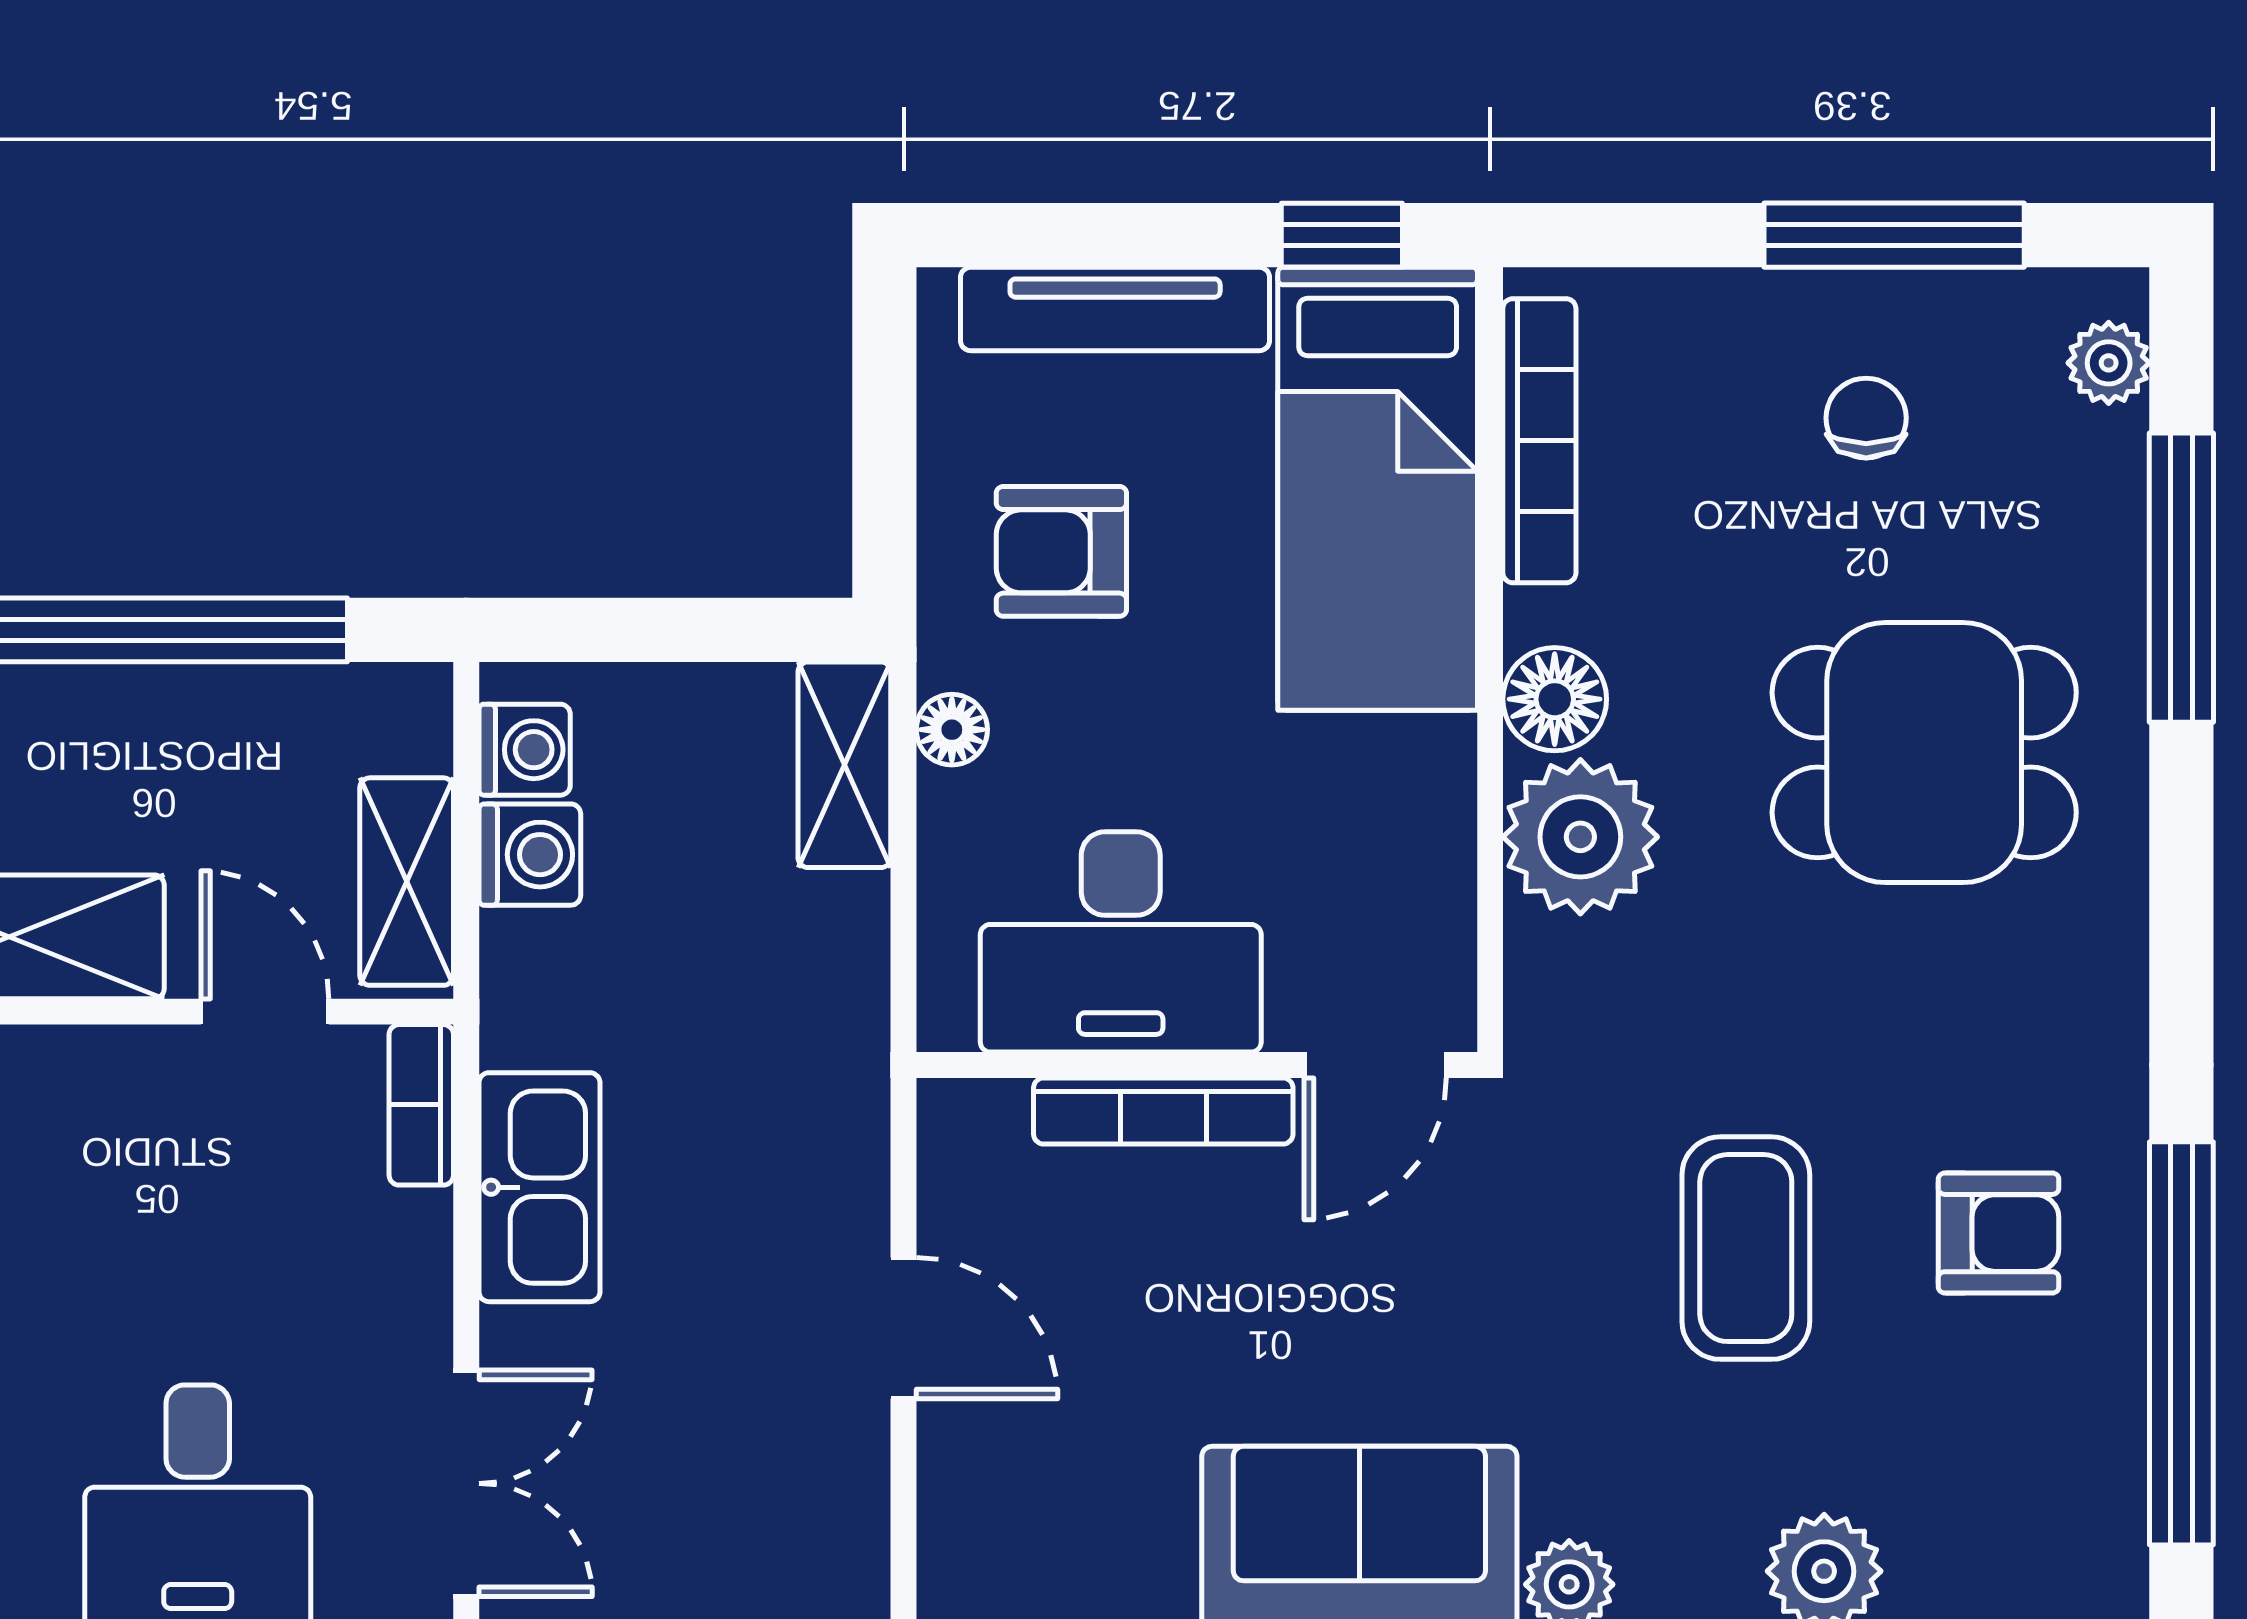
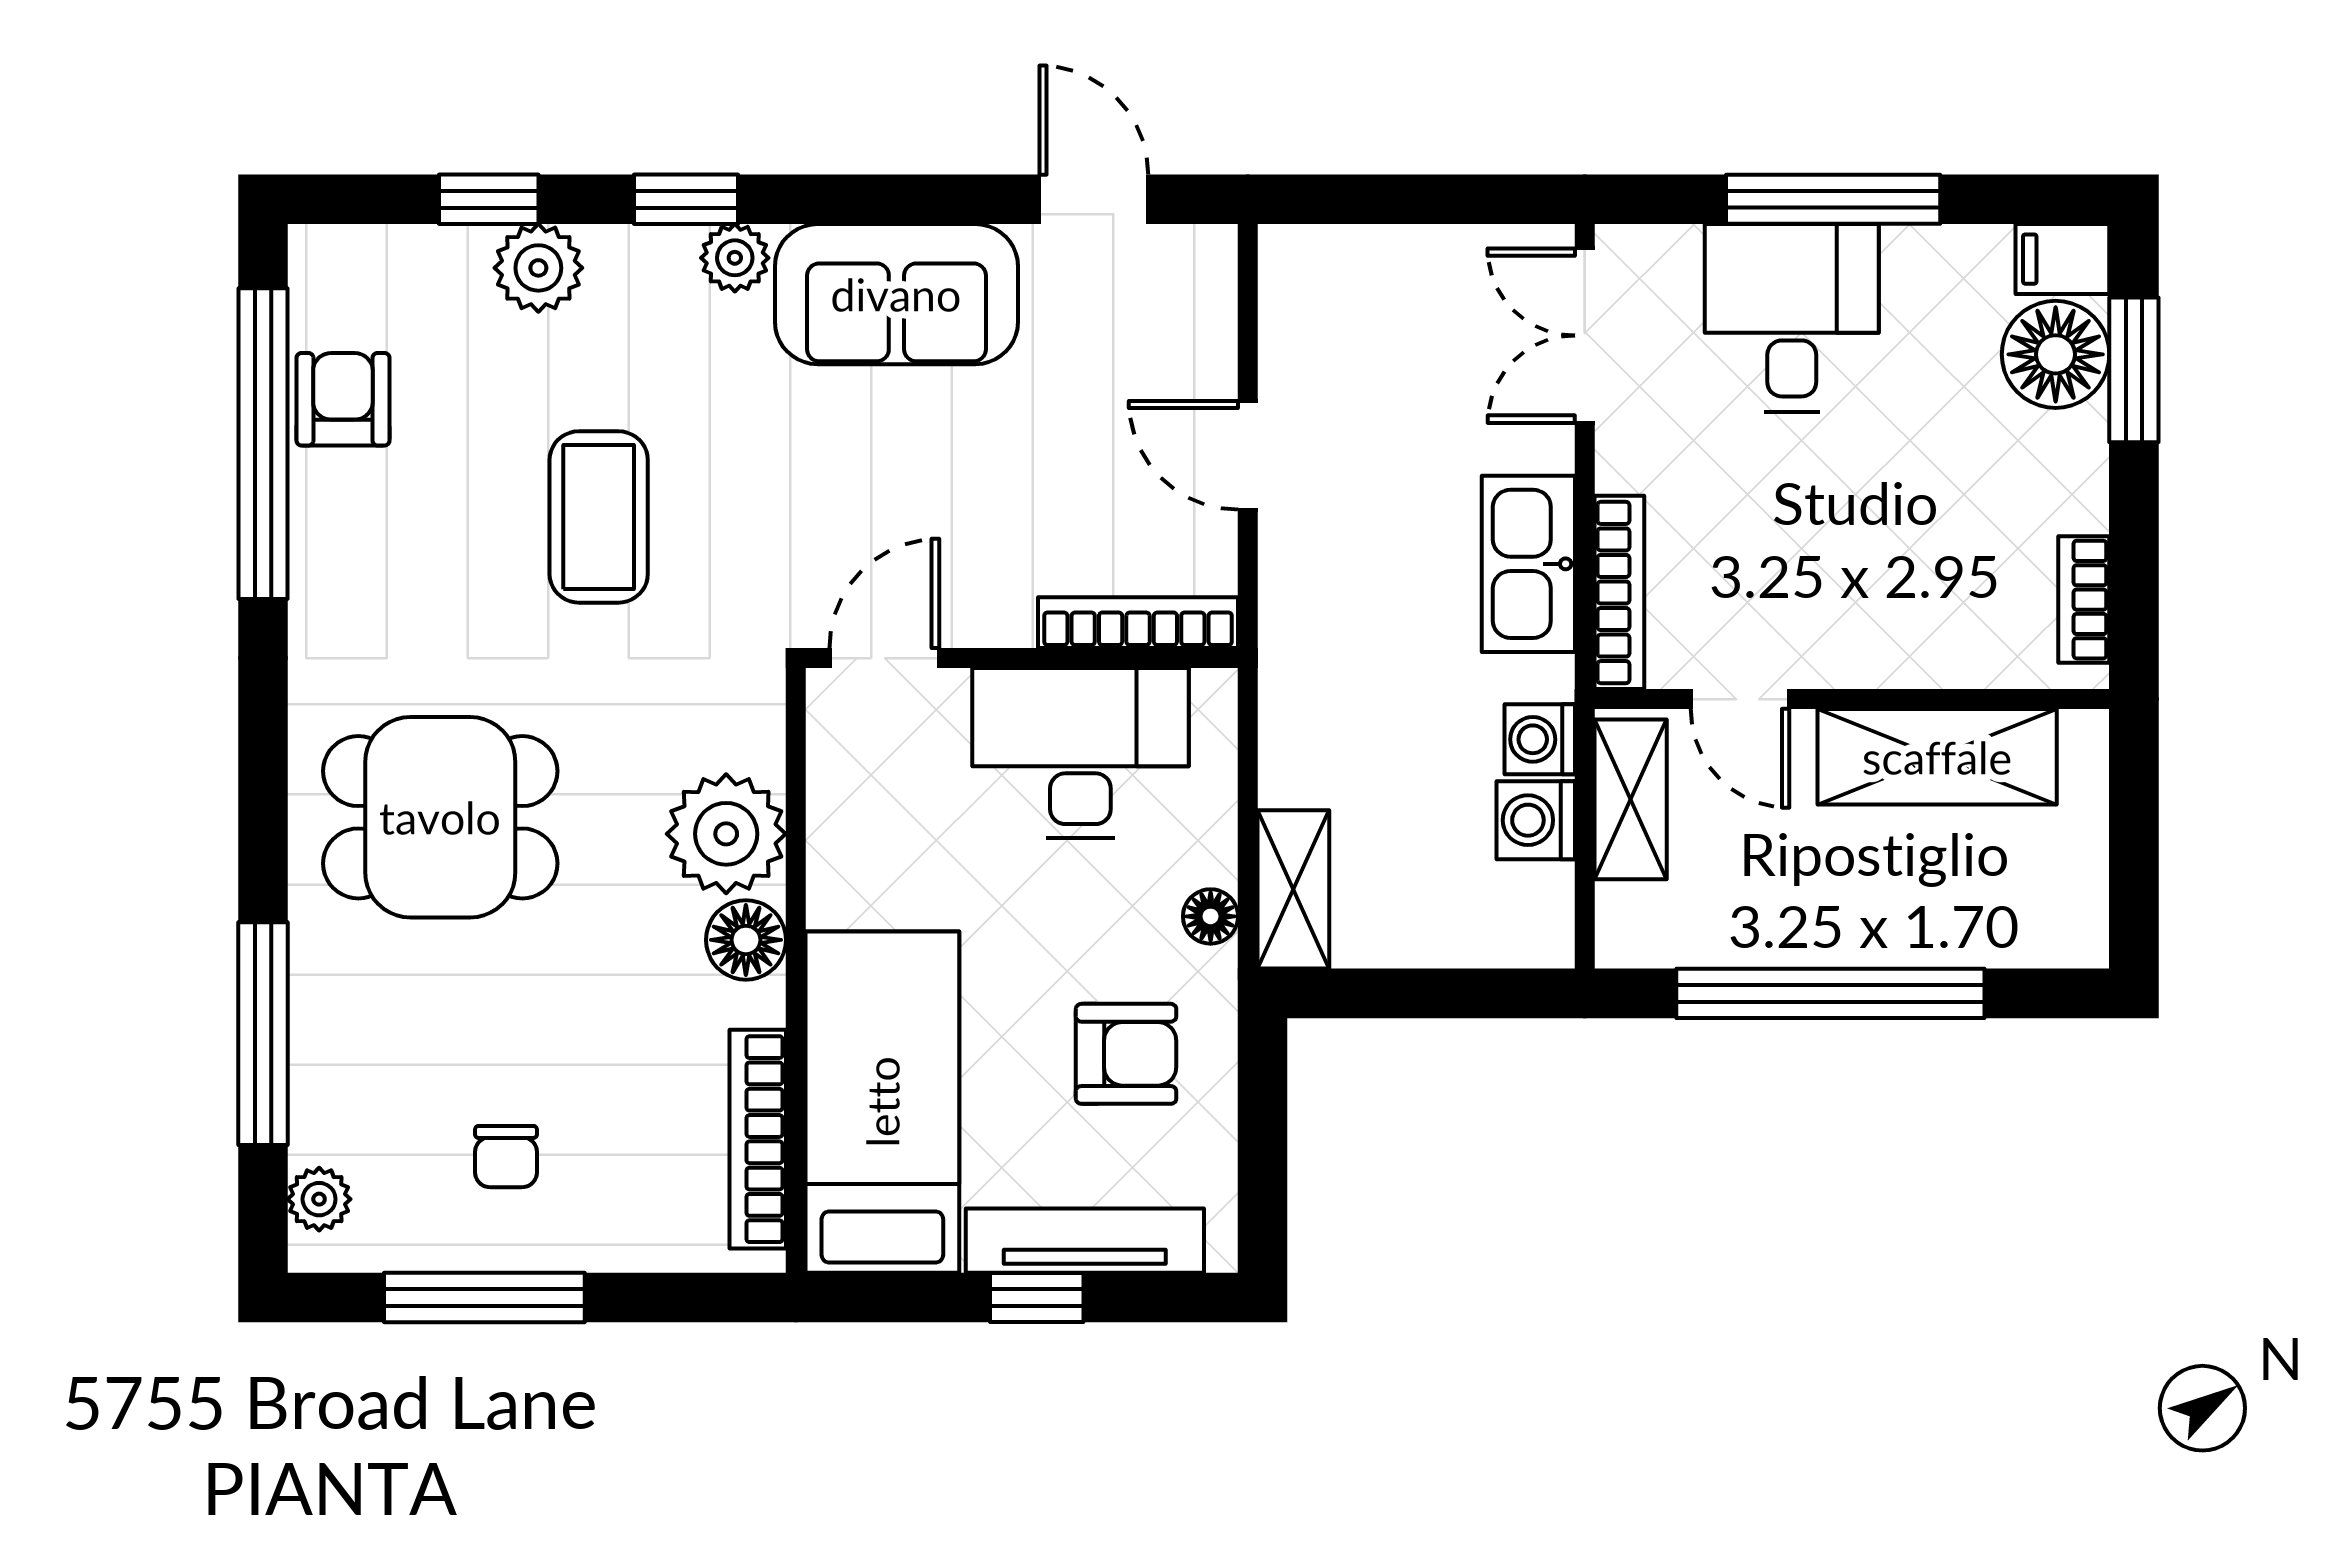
window: (1342, 235) -> (1037, 1298), moved
washing machine: (525, 750) -> (1540, 739), moved
dining table: (1924, 753) -> (440, 817), moved
bookcase: (421, 1105) -> (1619, 592), width x1.56
bookcase: (1163, 1111) -> (1138, 623), moved
armchair: (1999, 1233) -> (343, 399), moved, turned 90

